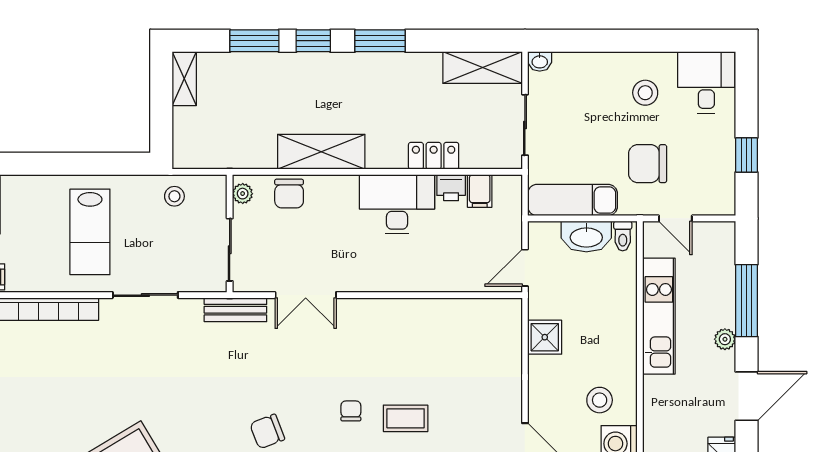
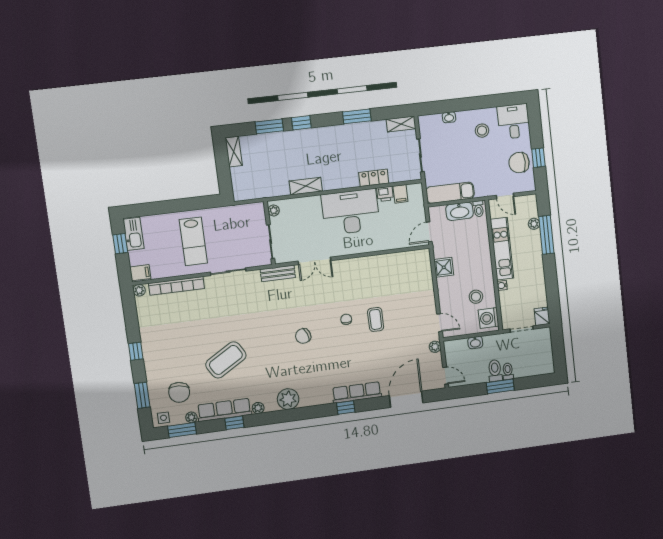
window: (380, 41) -> (357, 116), moved
washbasin: (540, 61) -> (449, 117), moved
shelving: (483, 68) -> (401, 124), width x0.67, depth x0.75
shelving: (321, 152) -> (306, 186), width x0.67, depth x0.75
chair: (648, 164) -> (519, 163), moved
chair: (289, 194) -> (299, 207), removed
stool: (174, 196) -> (237, 216), removed
desk: (397, 204) -> (351, 212), width x1.36, depth x1.30
plant: (725, 339) -> (534, 224), moved
water cooler: (652, 385) -> (502, 285), added
door: (747, 396) -> (552, 285), removed
coffee table: (406, 418) -> (376, 319), turned 90

